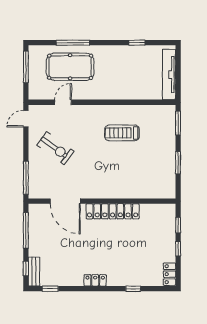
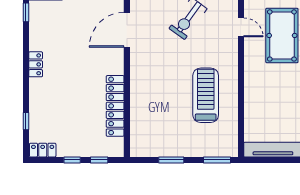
treadmill: (122, 133) -> (206, 95), width x1.37, depth x1.38
locker: (113, 211) -> (115, 106), moved
window: (133, 289) -> (26, 121), moved

